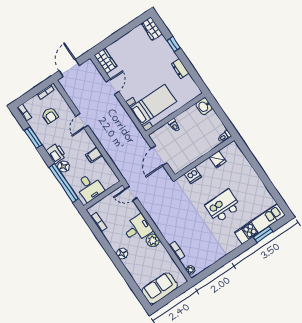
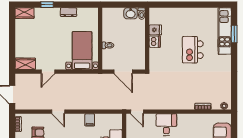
door: (112, 87) -> (48, 72), swing flipped
washbasin: (204, 106) -> (131, 13), moved
dishwasher: (193, 175) -> (155, 42), moved
door: (131, 193) -> (137, 112), hinge flipped
plant: (153, 240) -> (183, 119), removed

